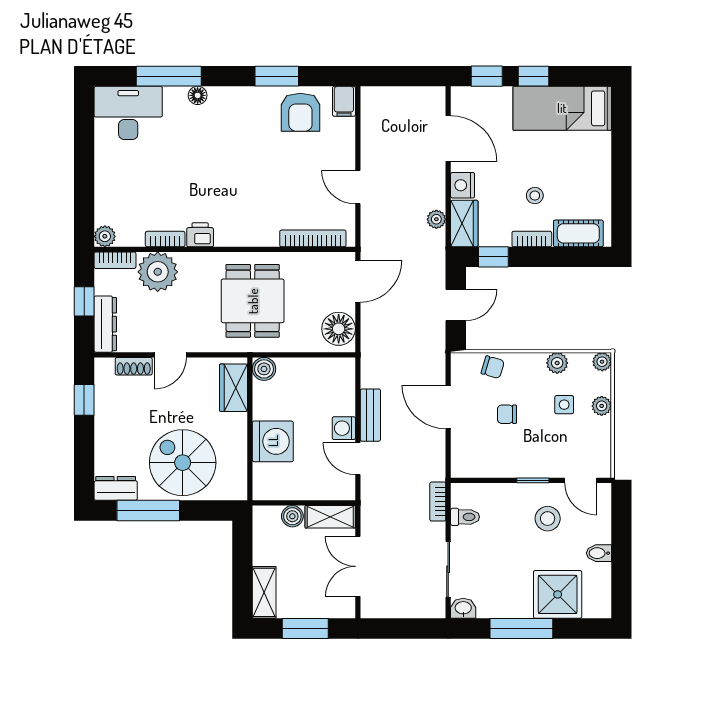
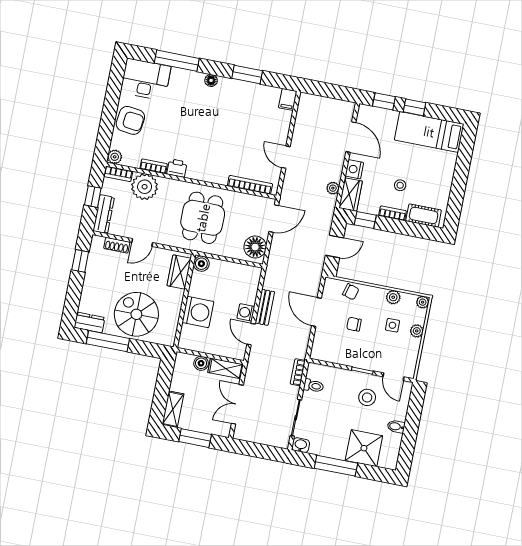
floor lamp: (198, 95) -> (211, 80), moved
armchair: (300, 112) -> (130, 120), moved, turned -83

